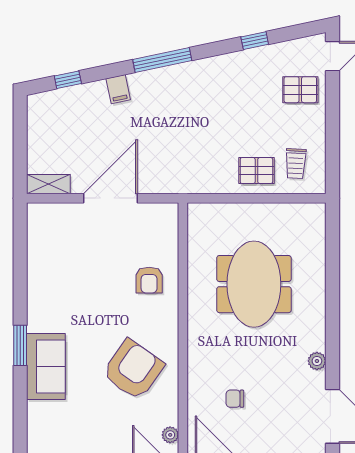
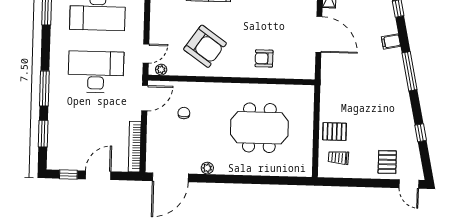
pallet: (256, 171) -> (335, 132), turned 90

